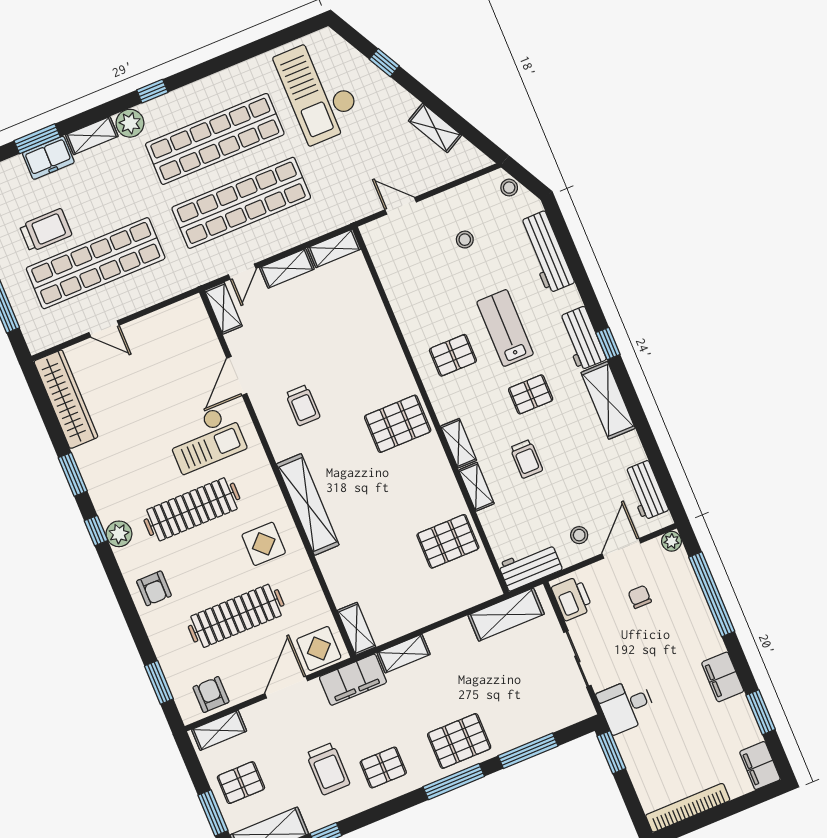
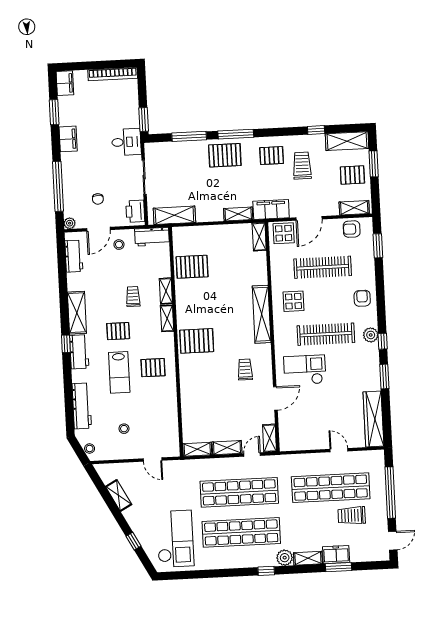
armchair: (211, 695) -> (352, 229), turned 90

